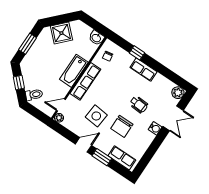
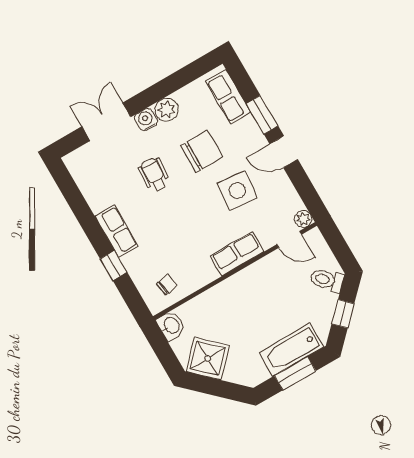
shower: (61, 33) -> (208, 358), moved
bathtub: (74, 71) -> (291, 350), moved, turned 180
row of seats: (85, 81) -> (237, 254), width x0.68
plant: (178, 93) -> (167, 110), moved

